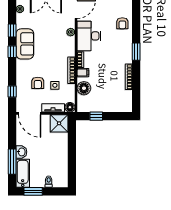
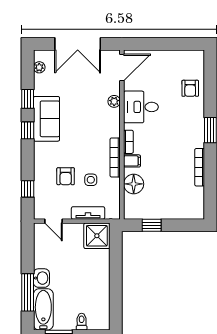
desk: (89, 36) -> (141, 107), width x0.73
floor lamp: (70, 107) -> (113, 212), removed
door: (30, 113) -> (54, 221), width x0.53

